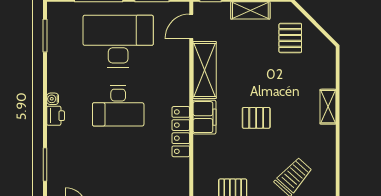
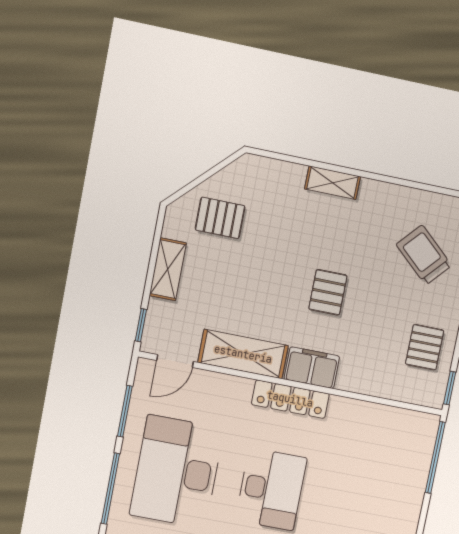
door: (191, 26) -> (175, 361), hinge flipped
locker: (181, 132) -> (290, 399), moved

